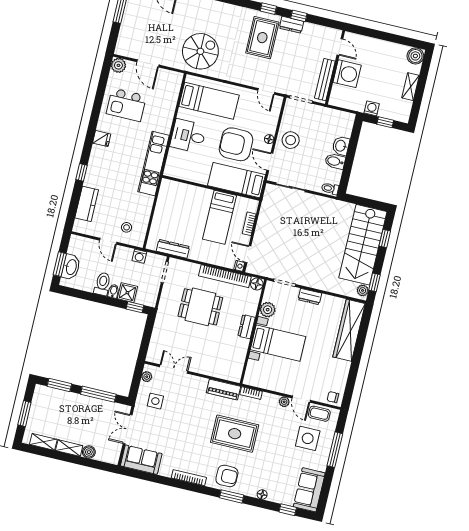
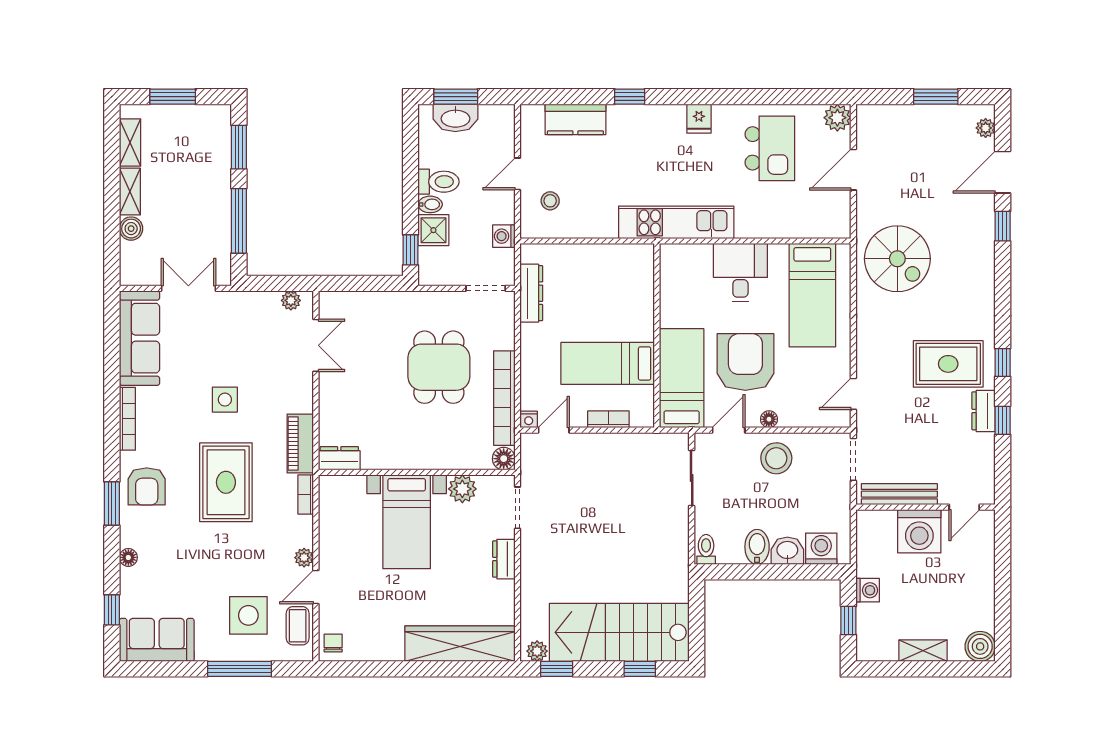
kitchen island: (126, 105) -> (770, 148), turned 180
washing machine: (344, 128) -> (821, 549), added
dresser: (246, 327) -> (339, 458), moved
side table: (155, 401) -> (225, 400), moved
sofa: (141, 460) -> (140, 338), width x1.36

